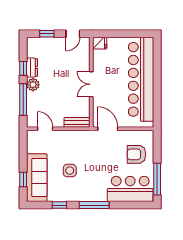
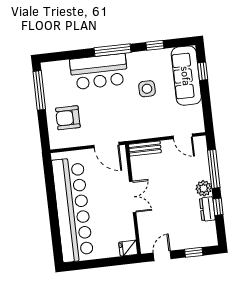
armchair: (136, 154) -> (68, 118), turned 180
bar counter: (130, 189) -> (99, 72), moved

